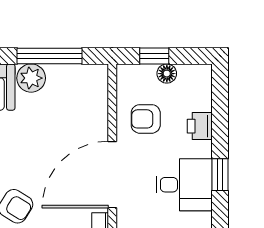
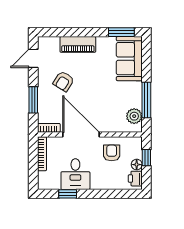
plant: (31, 78) -> (134, 116), moved
printer: (200, 126) -> (135, 179), moved, turned -90
window: (220, 175) -> (68, 194), moved

